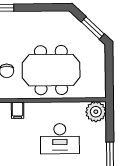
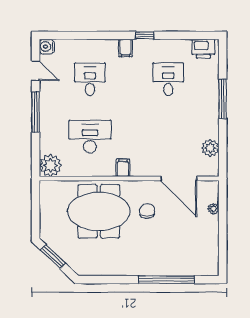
filing cabinet: (18, 110) -> (123, 168), moved

